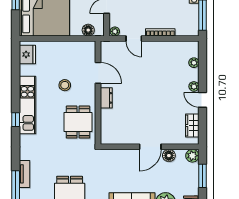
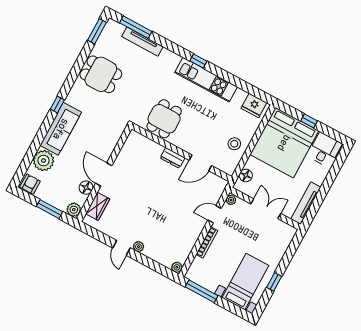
plant: (194, 63) -> (177, 267), moved
stool: (65, 85) -> (234, 144), moved
door: (203, 100) -> (121, 248), swing flipped
dining table: (78, 122) -> (164, 119), turned 90
wardrobe: (192, 126) -> (98, 206), moved, turned 90
tv unit: (24, 174) -> (142, 42), width x1.41

